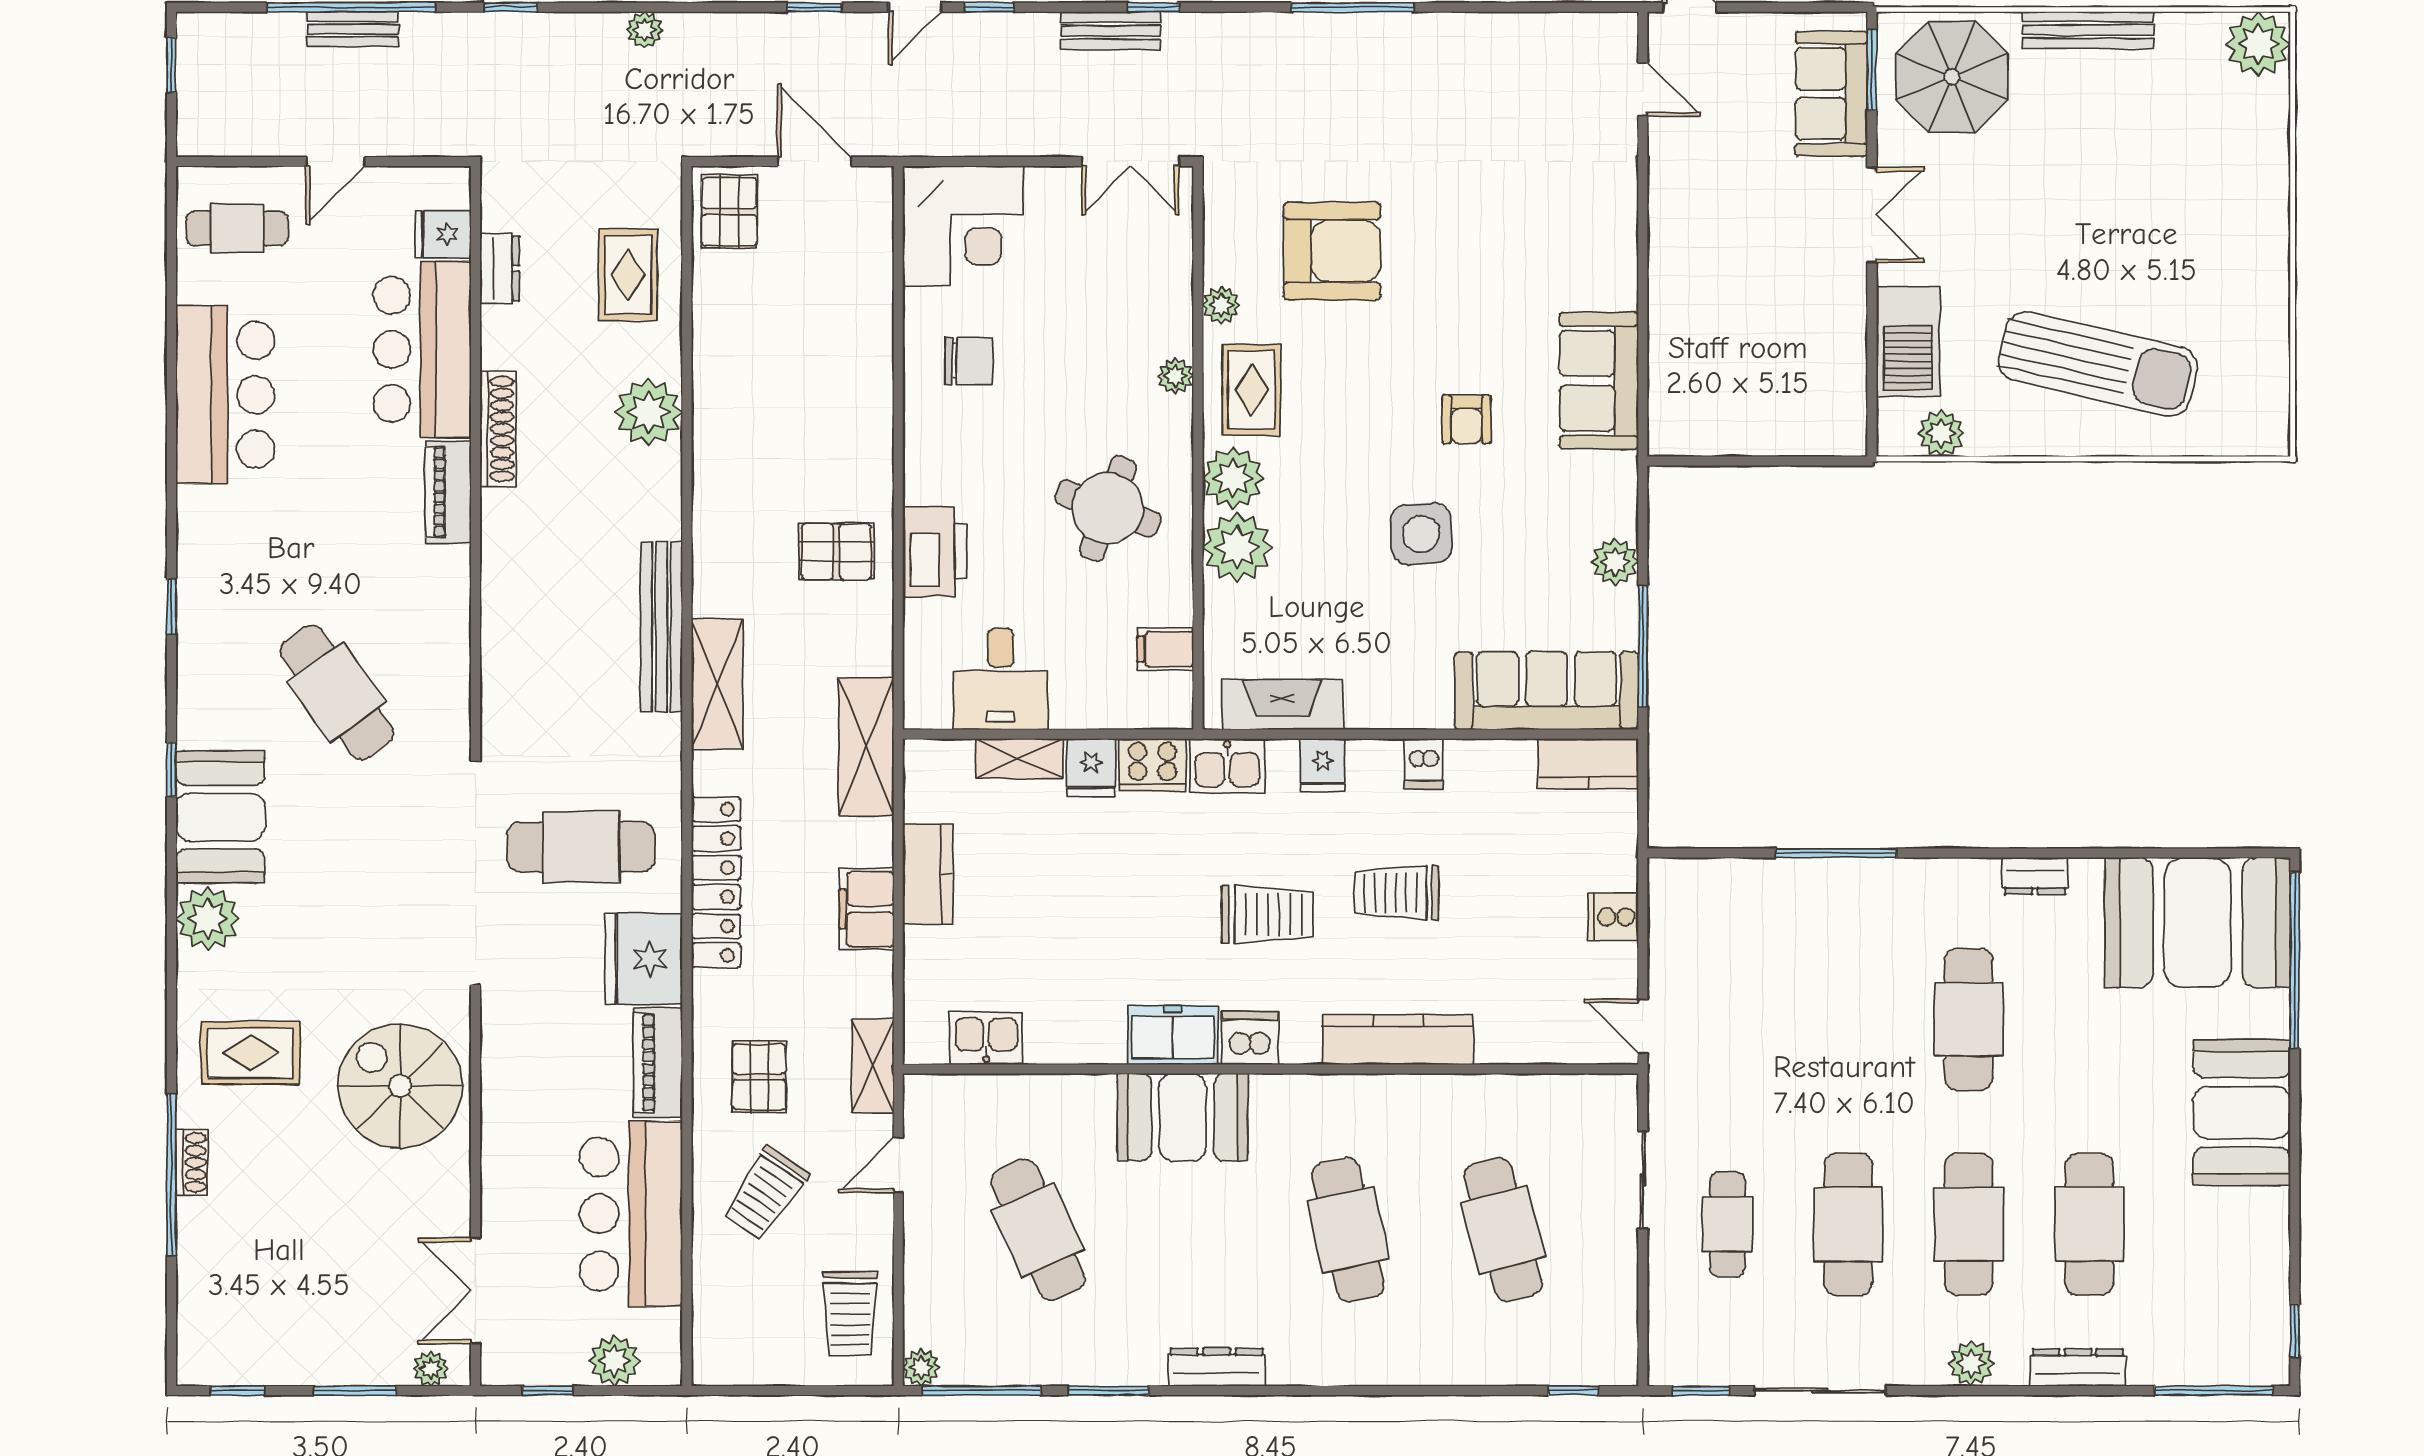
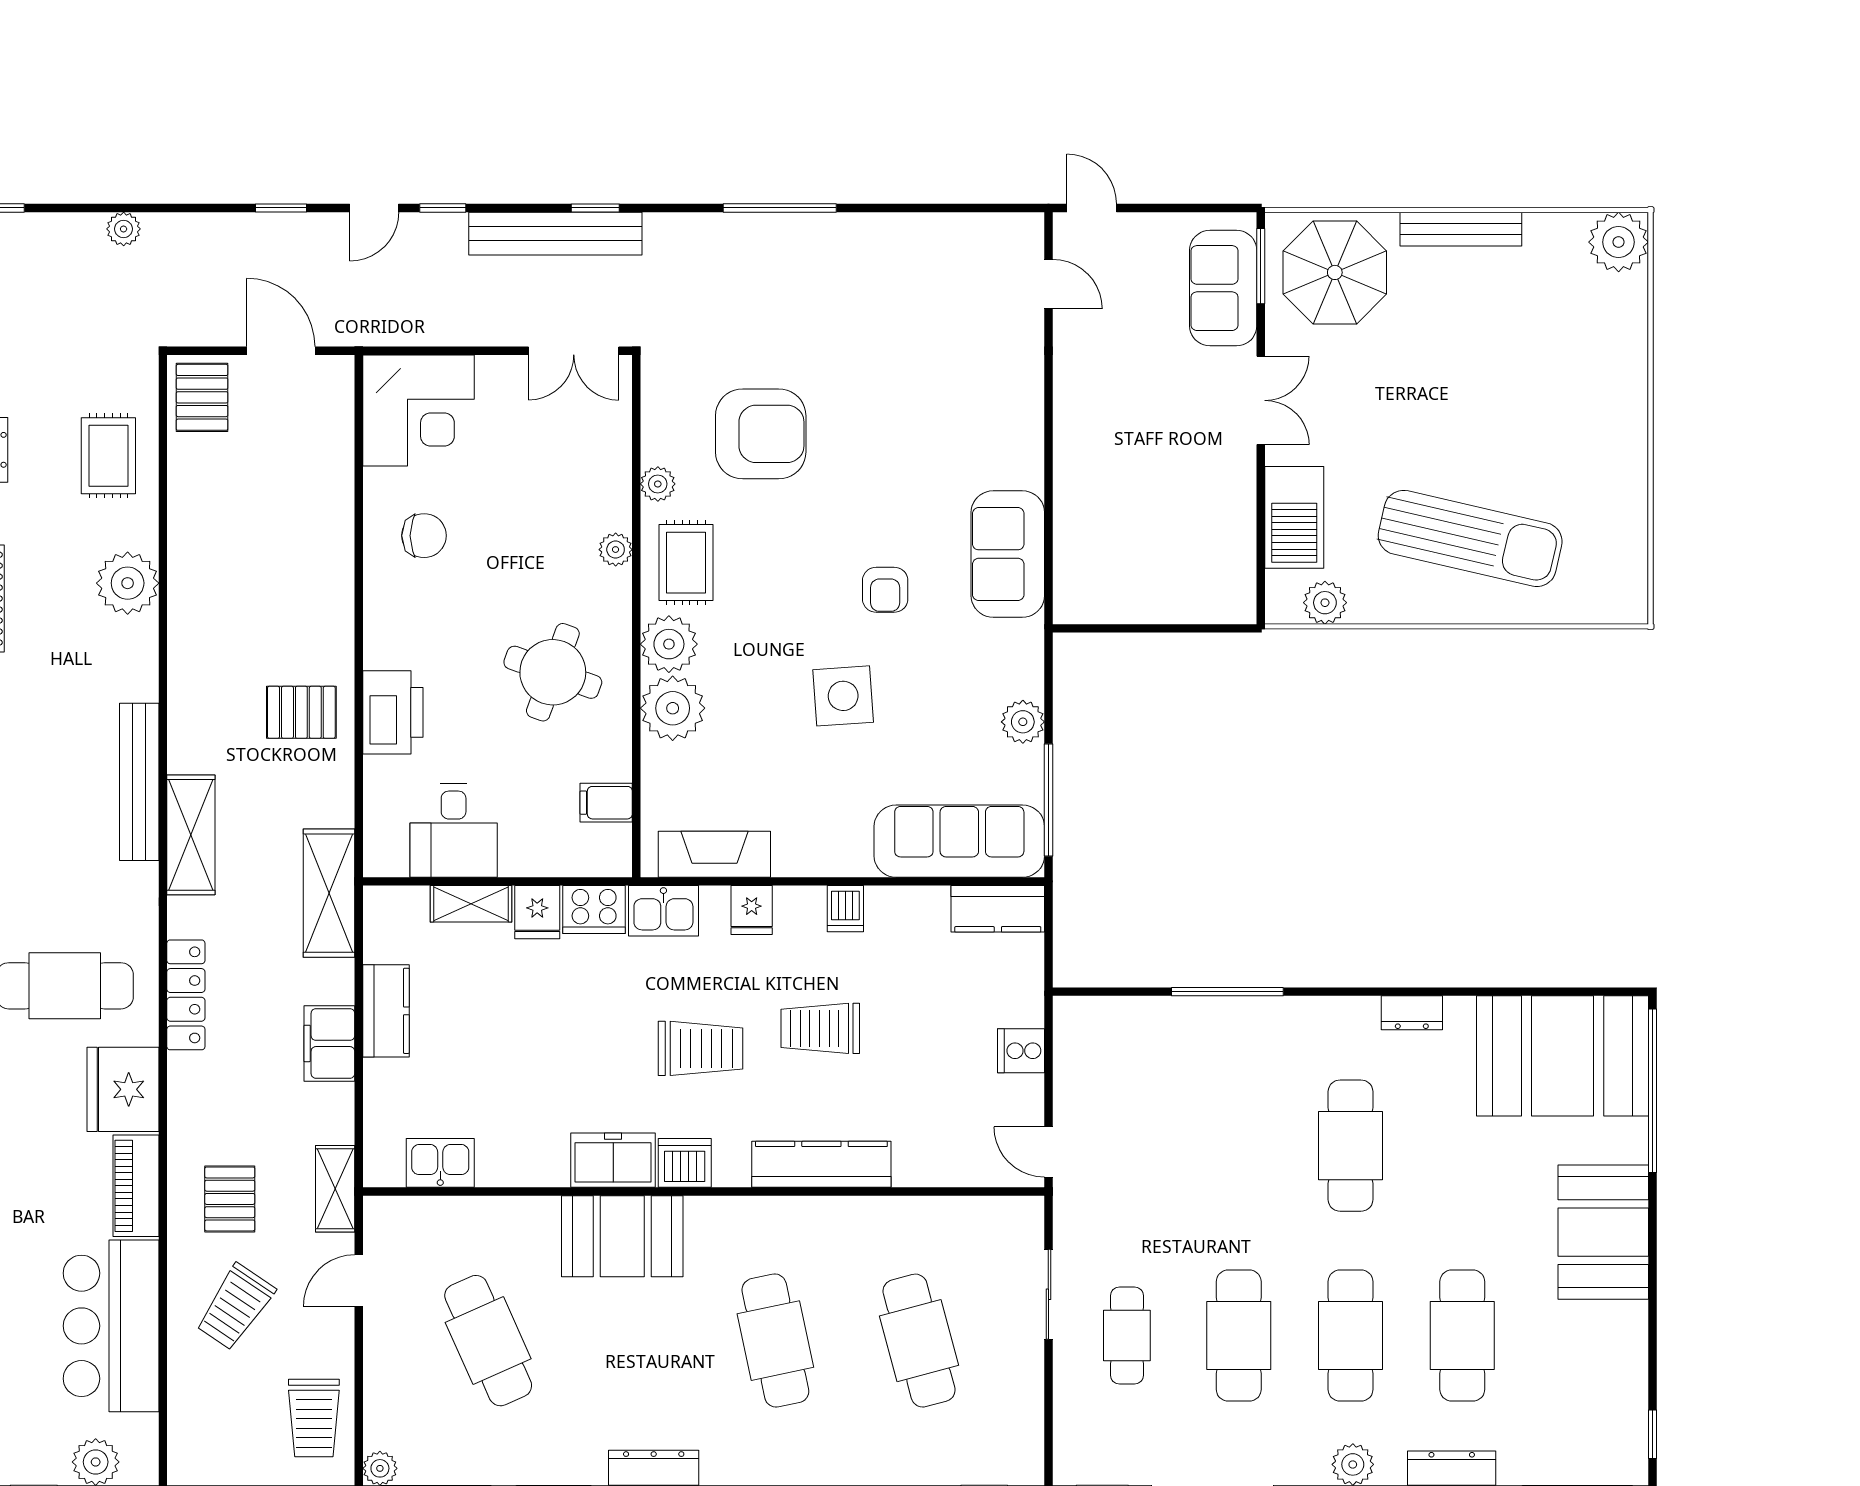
bench: (1111, 31) -> (555, 234), width x1.86, depth x1.21
locker: (716, 882) -> (186, 995), width x0.71, depth x0.83

